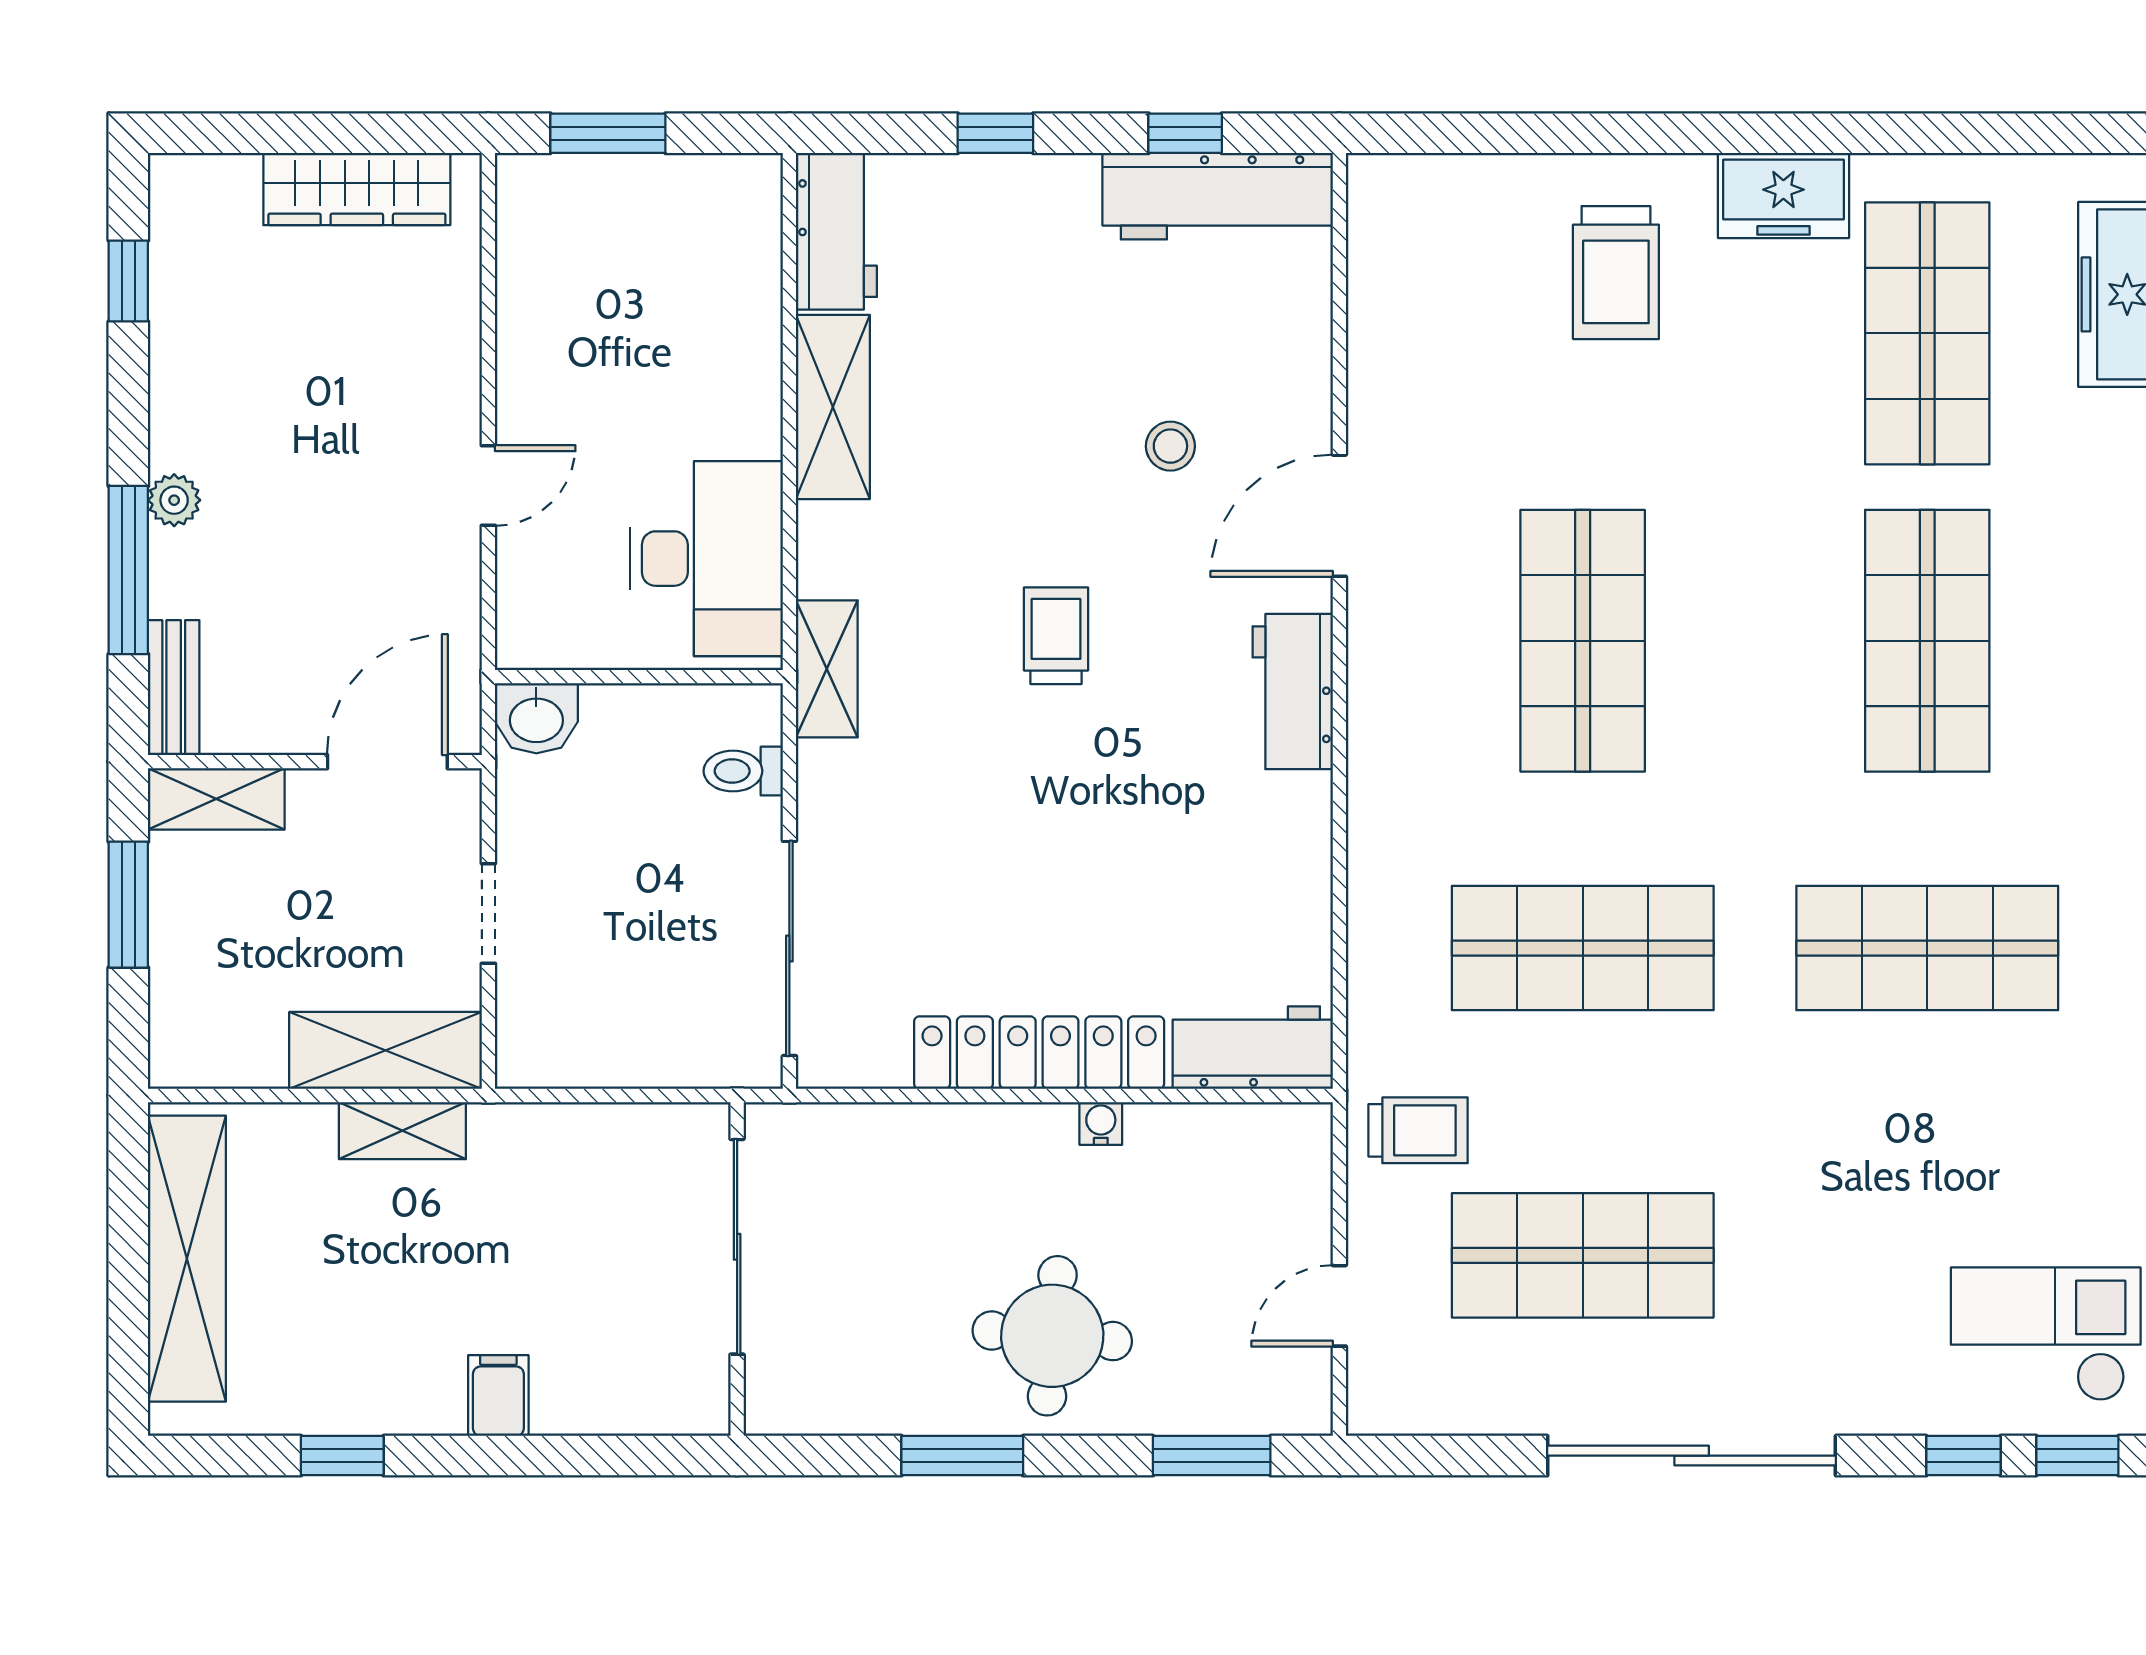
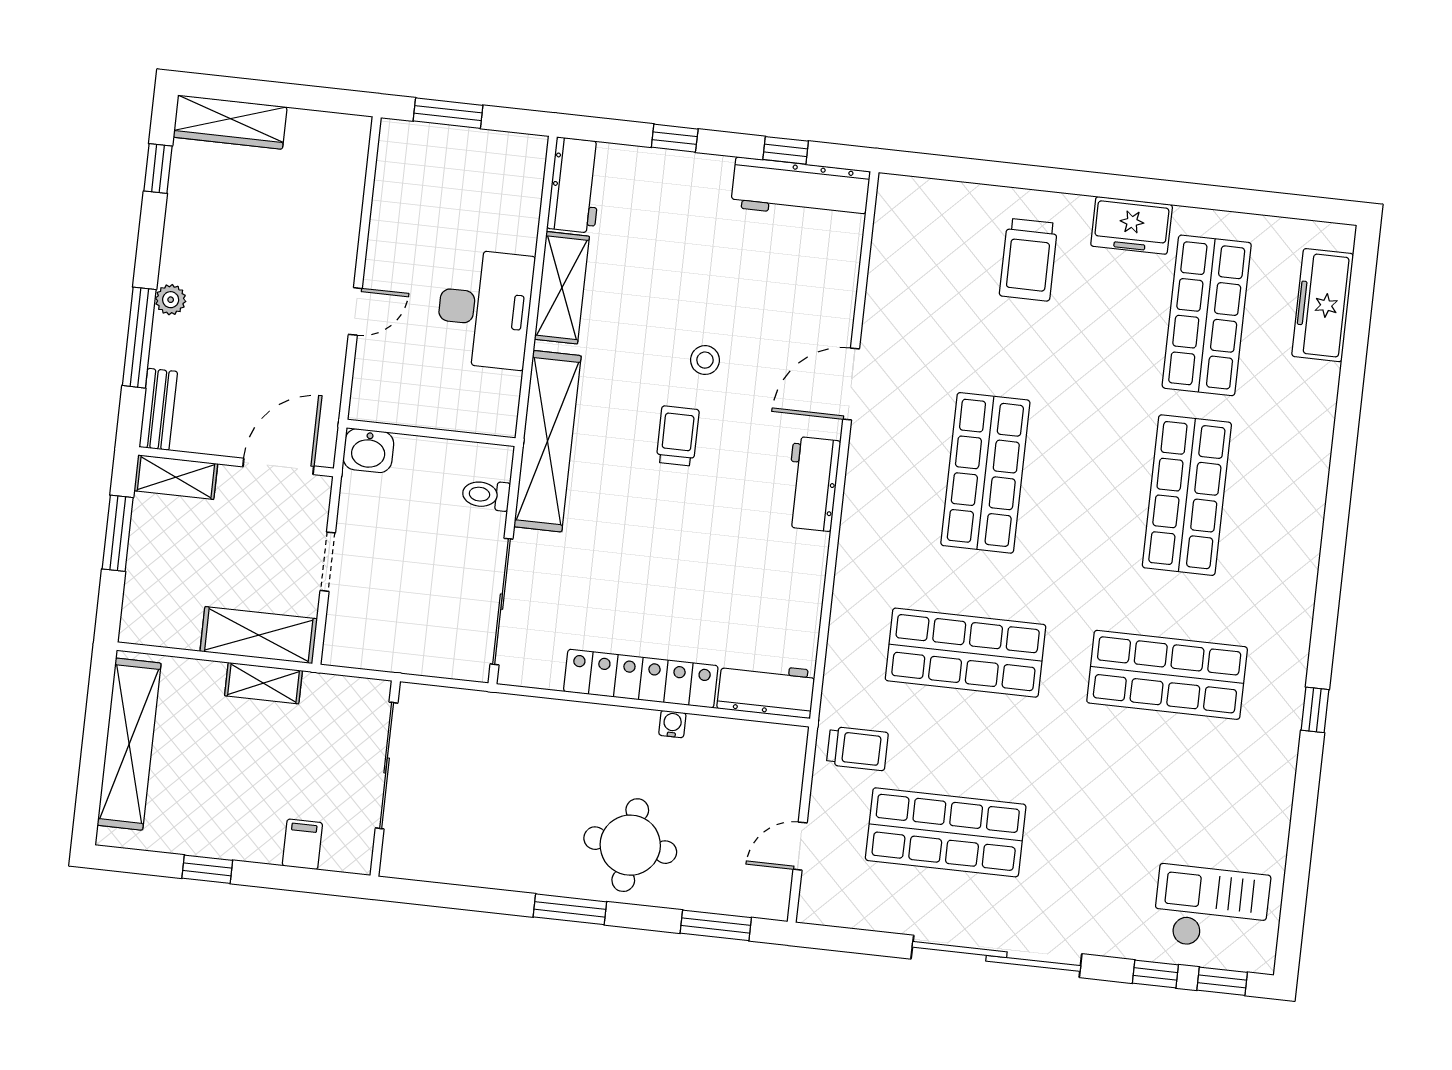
wardrobe: (357, 189) -> (230, 122), moved
stool: (1170, 446) -> (705, 360), moved
desk: (706, 559) -> (485, 309), moved
shelving: (827, 669) -> (547, 441), width x2.20, depth x1.33
sliding door: (737, 1247) -> (387, 765), moved
wall: (737, 1269) -> (385, 778), moved

